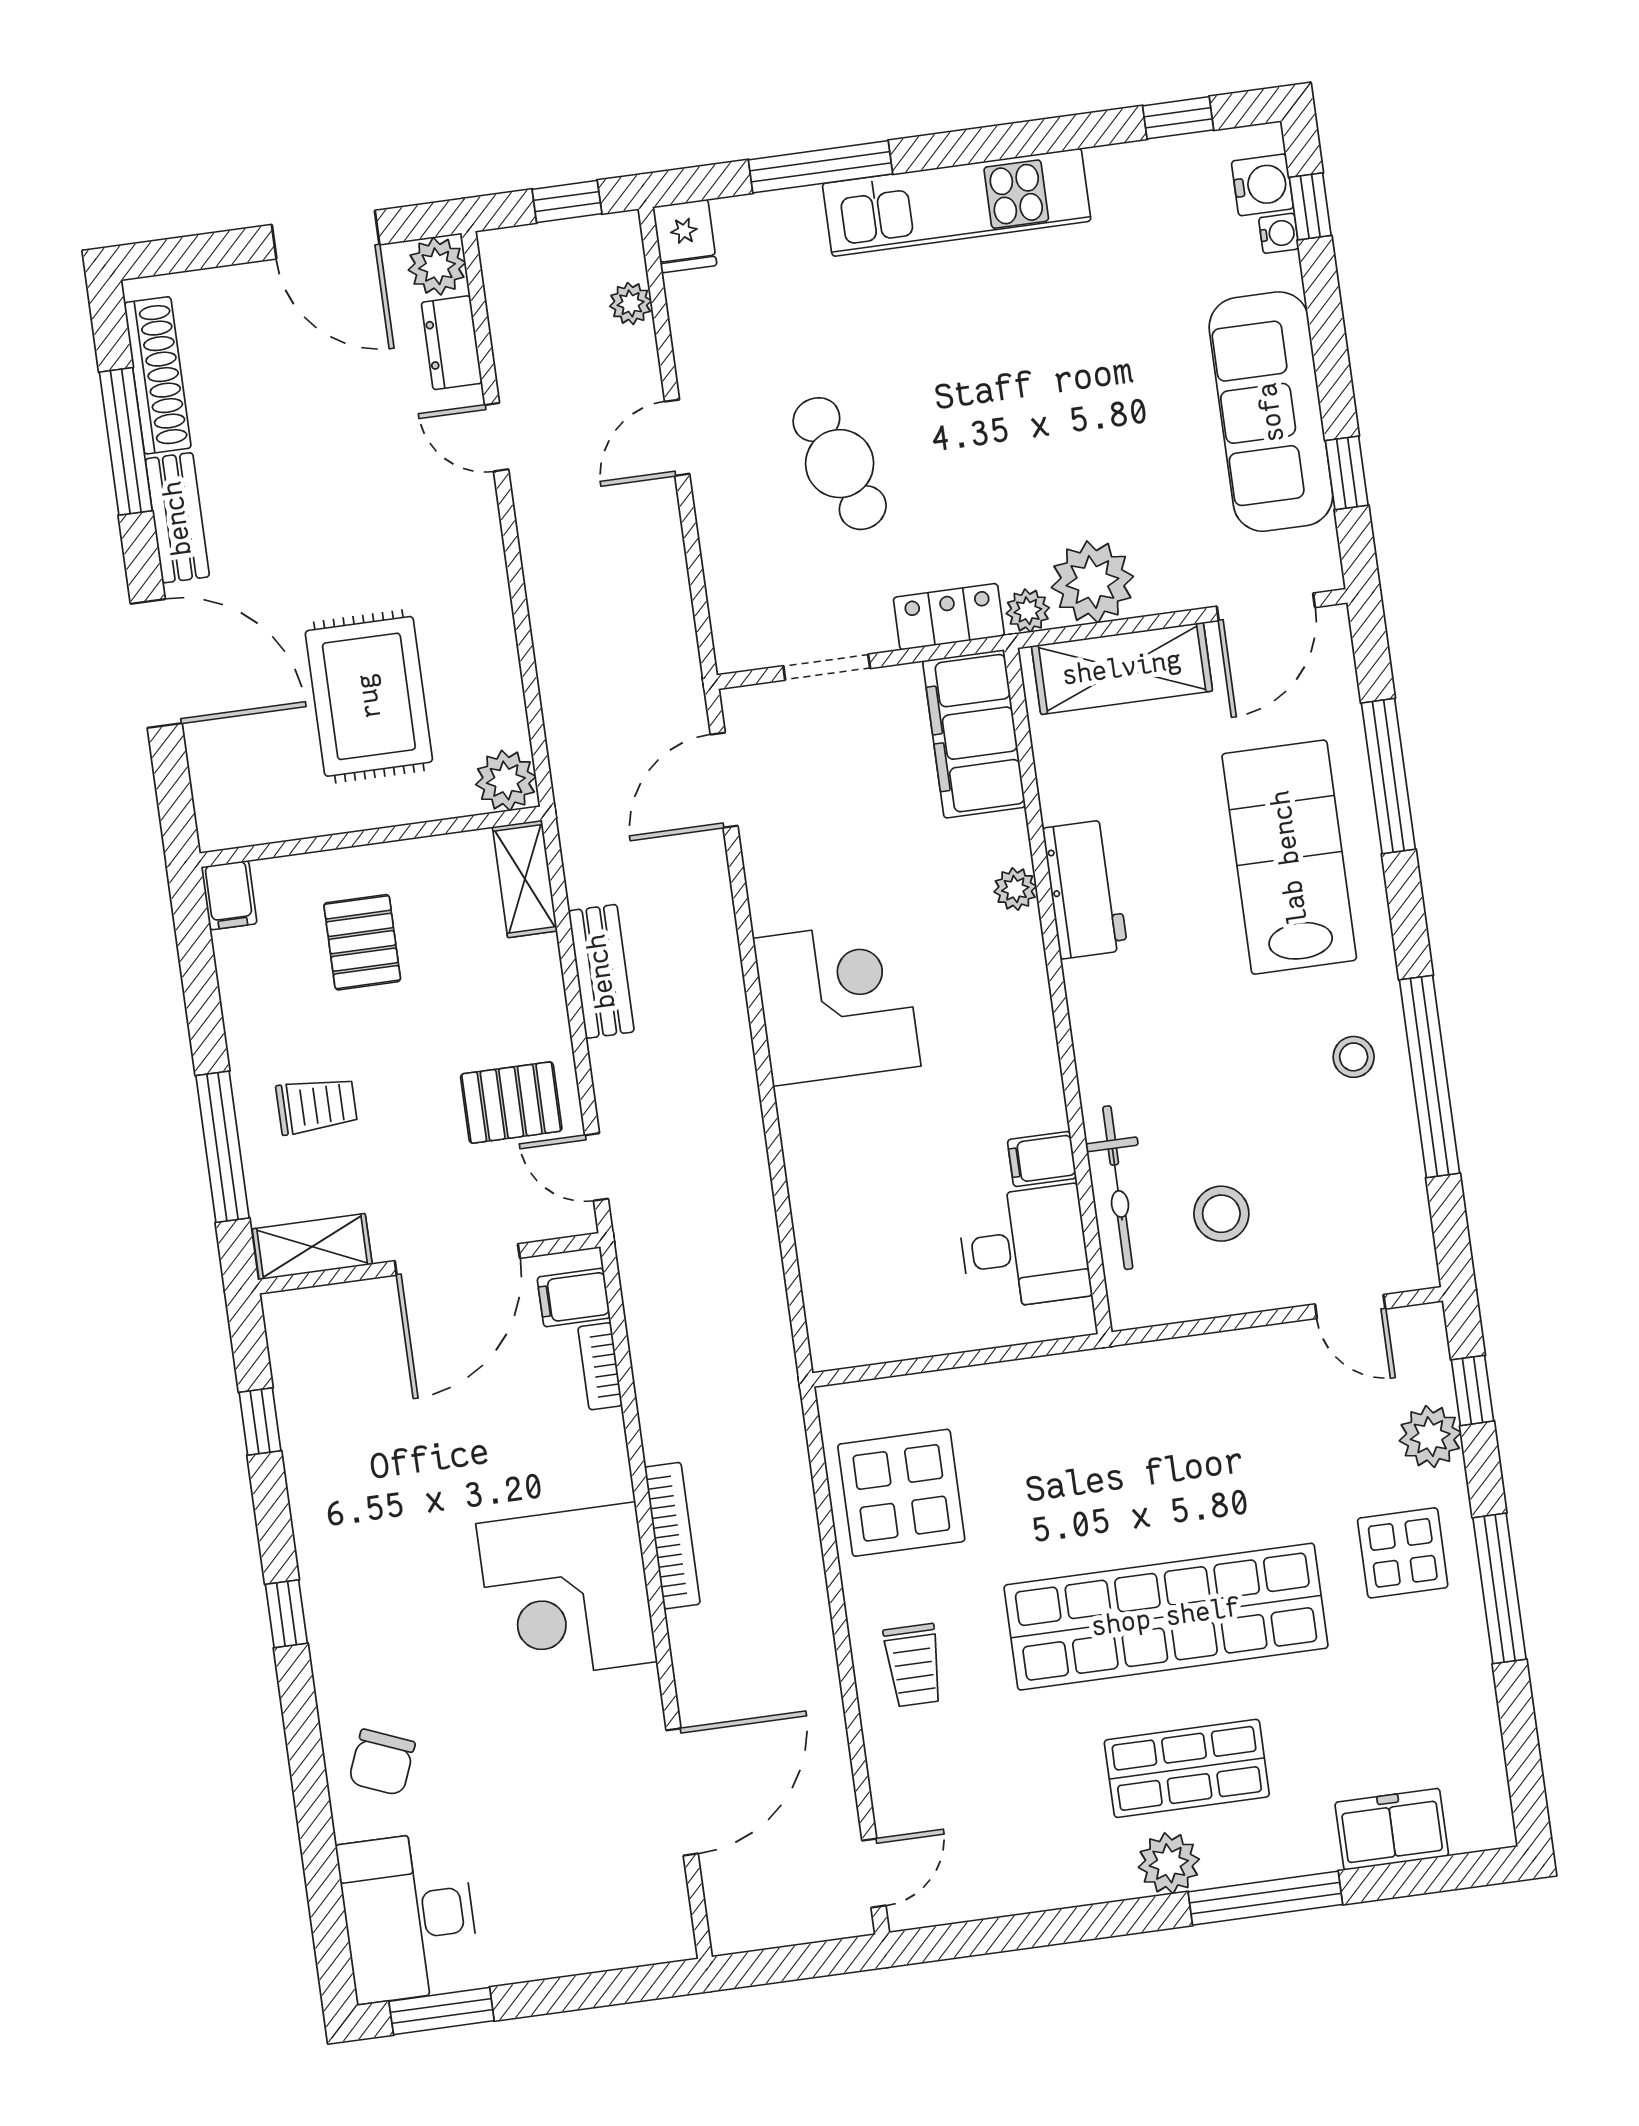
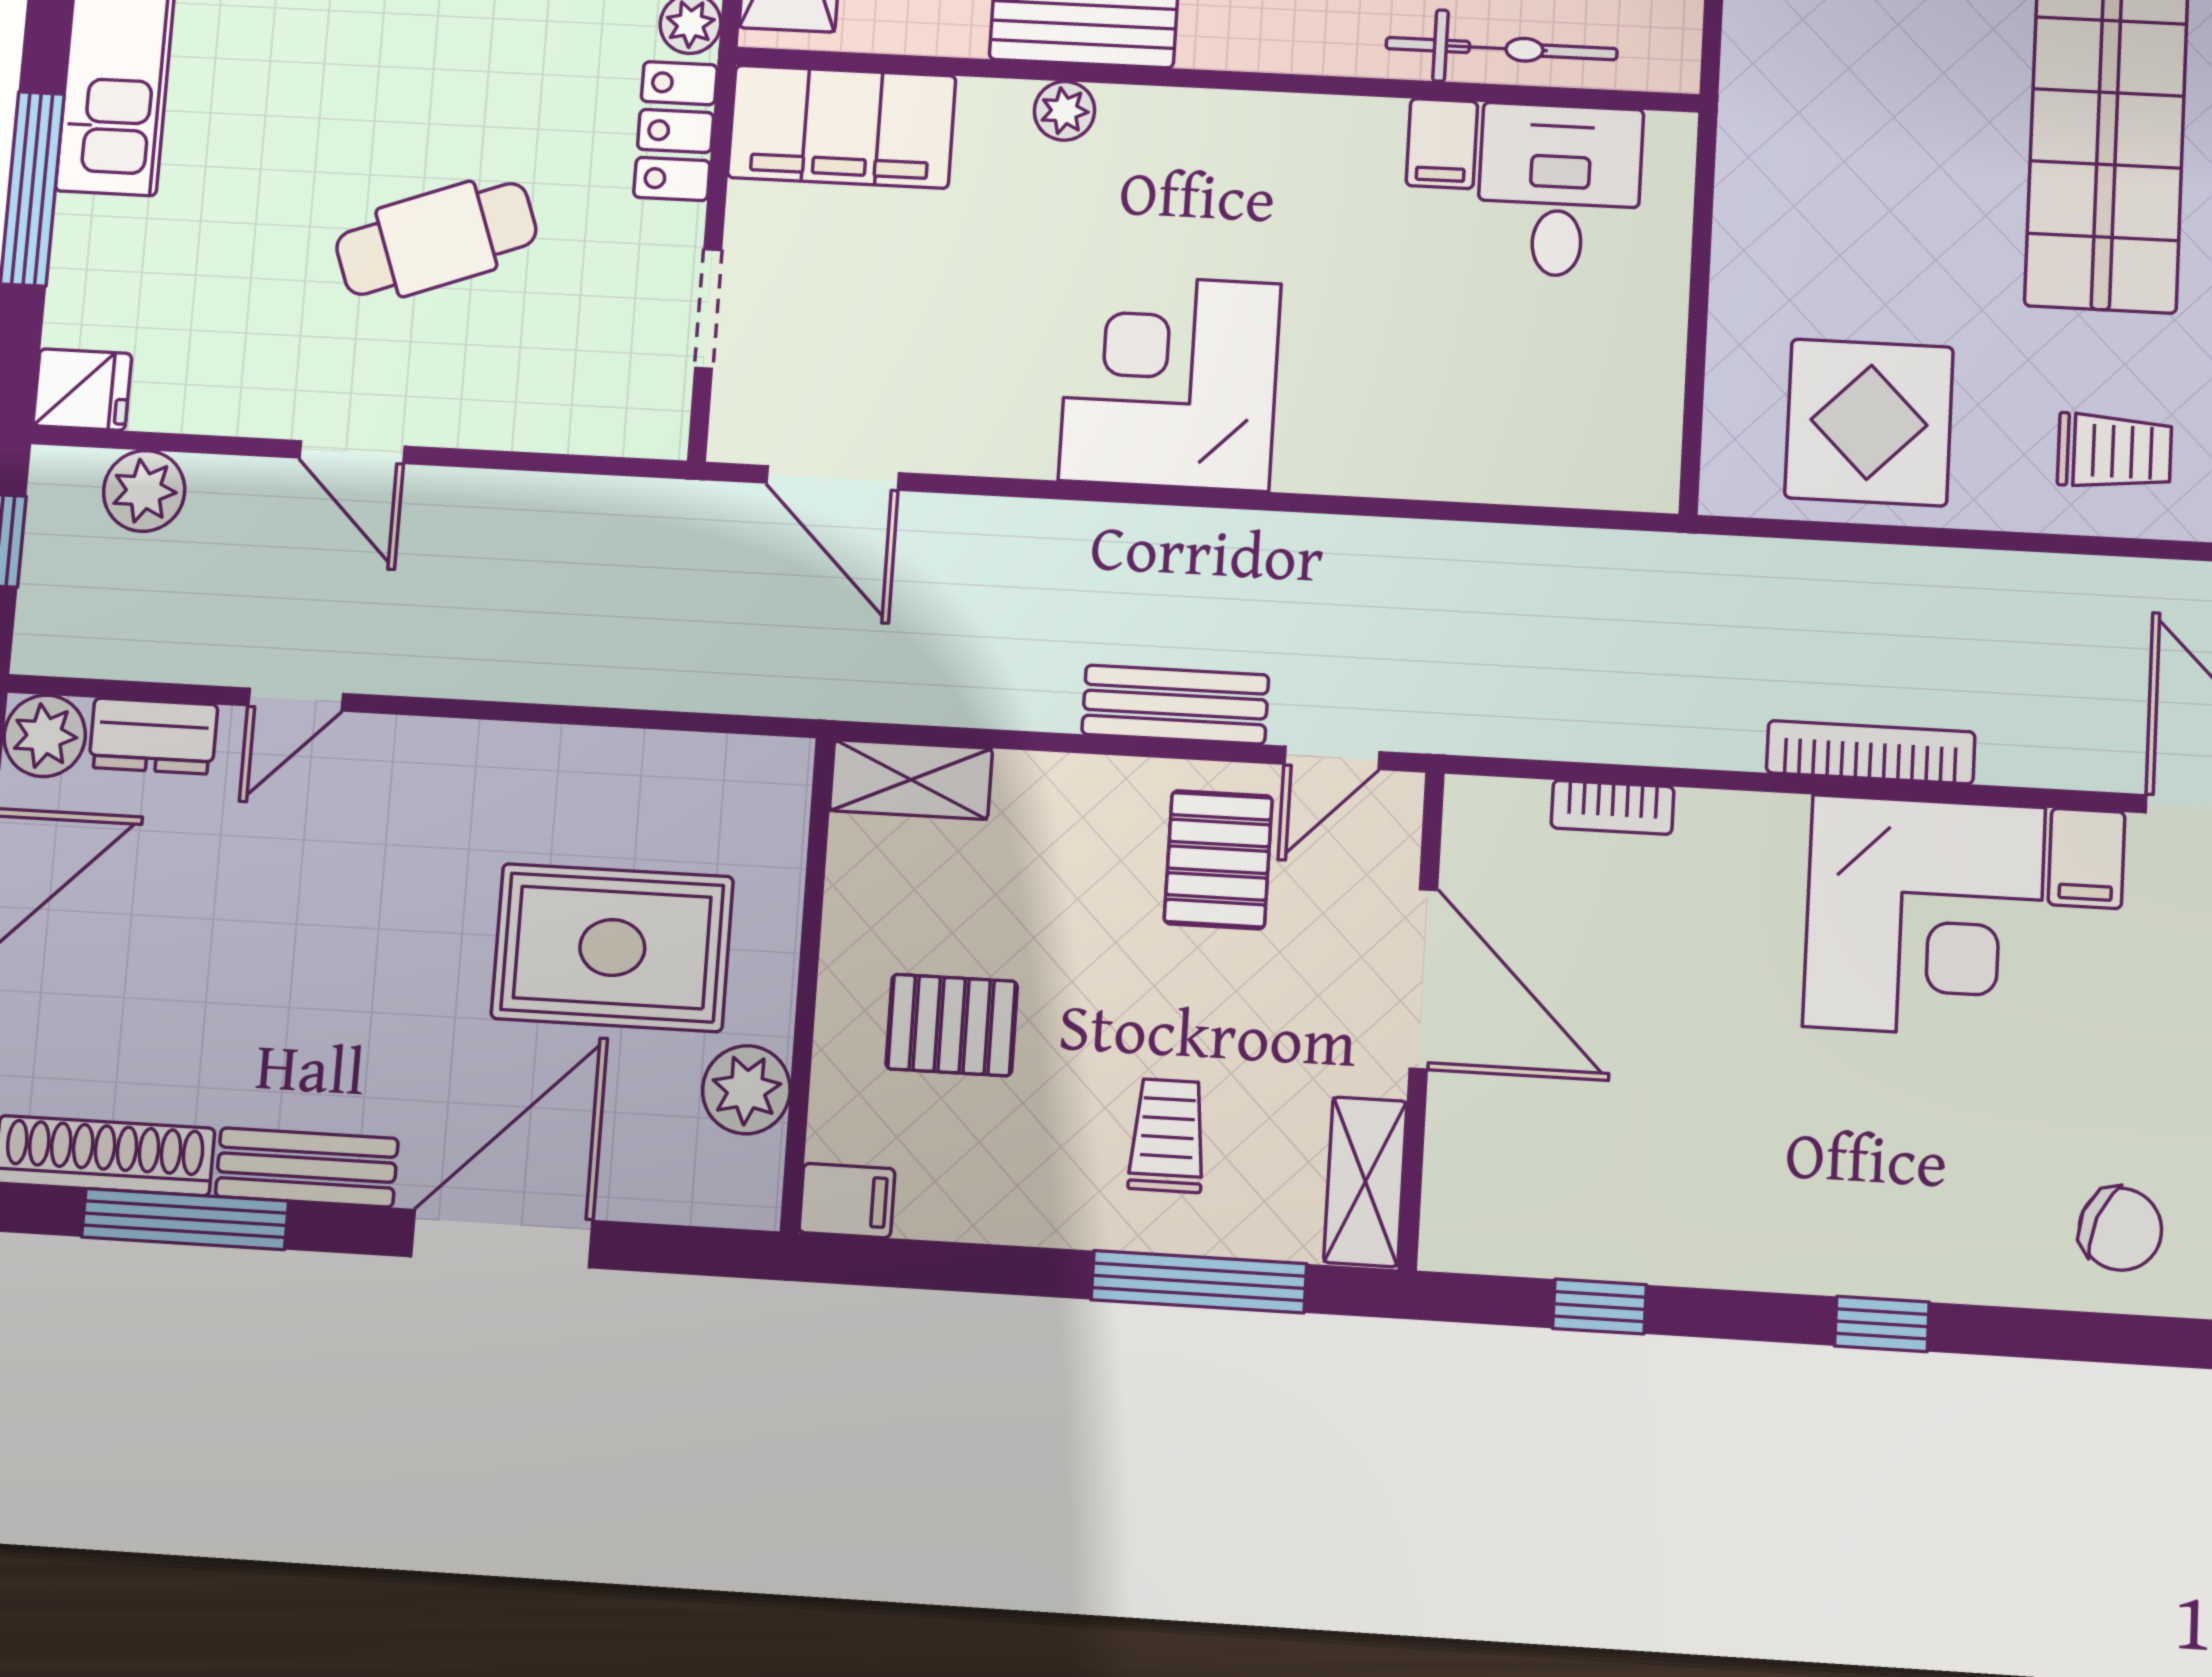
plant: (631, 303) -> (144, 491), width x1.38, depth x1.38
plant: (506, 781) -> (746, 1090), moved
bench: (601, 971) -> (1175, 705), moved
filing cabinet: (574, 1297) -> (2086, 858), moved

